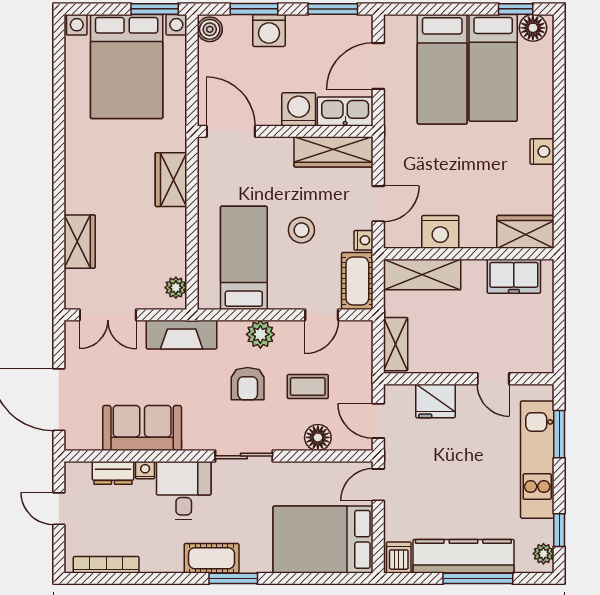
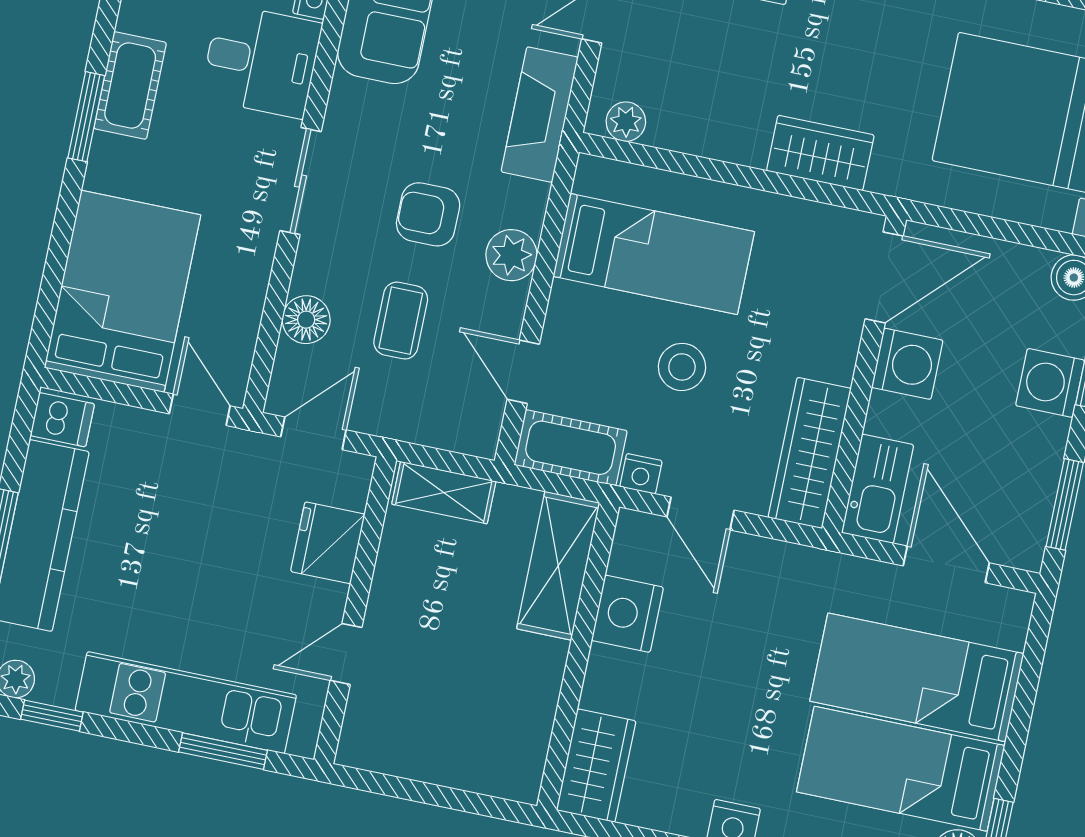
washing machine: (299, 109) -> (907, 364), moved
freezer: (514, 276) -> (521, 729), removed

